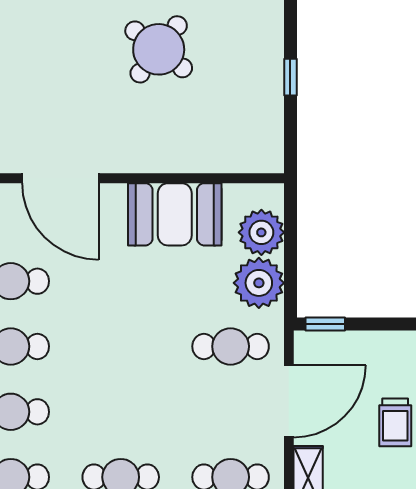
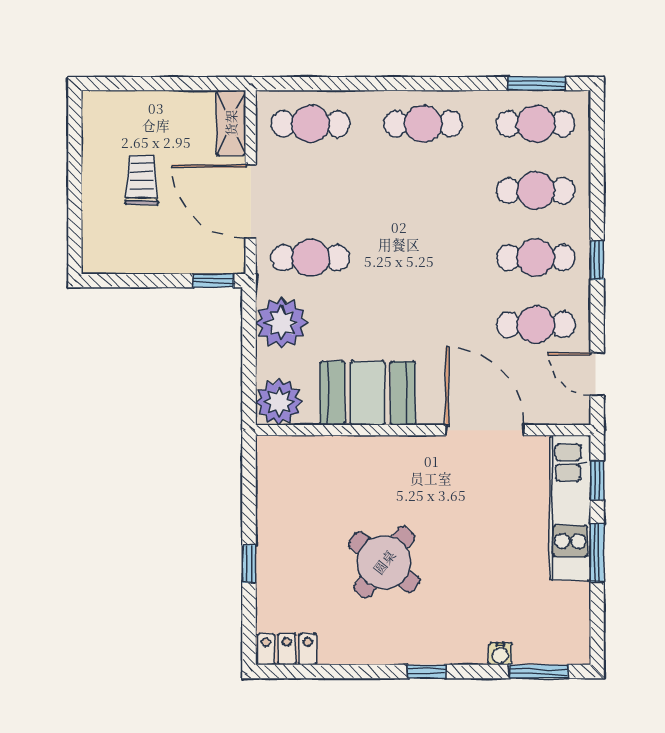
window: (290, 77) -> (249, 564), moved
plant: (261, 232) -> (279, 402), moved
door: (289, 401) -> (251, 202), hinge flipped

